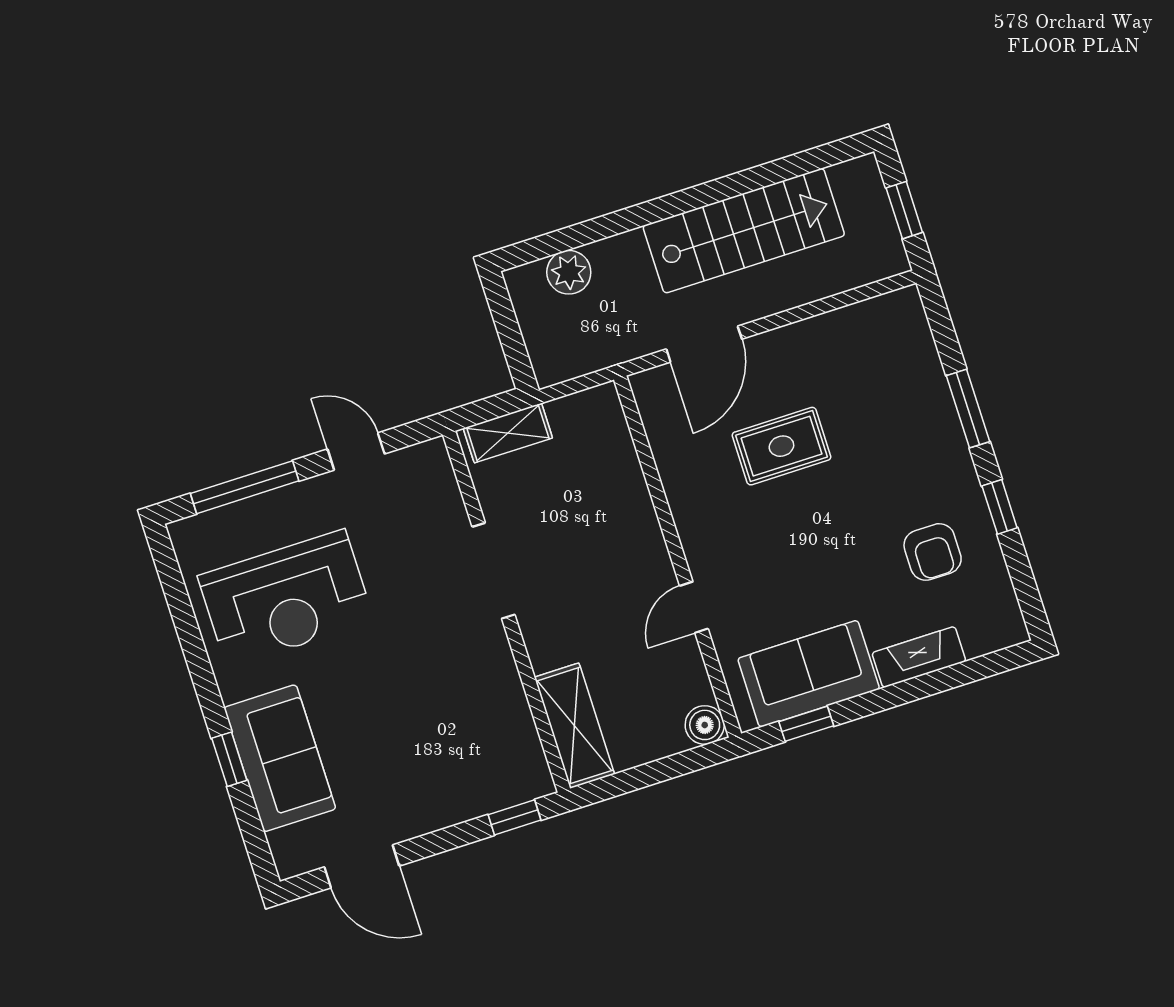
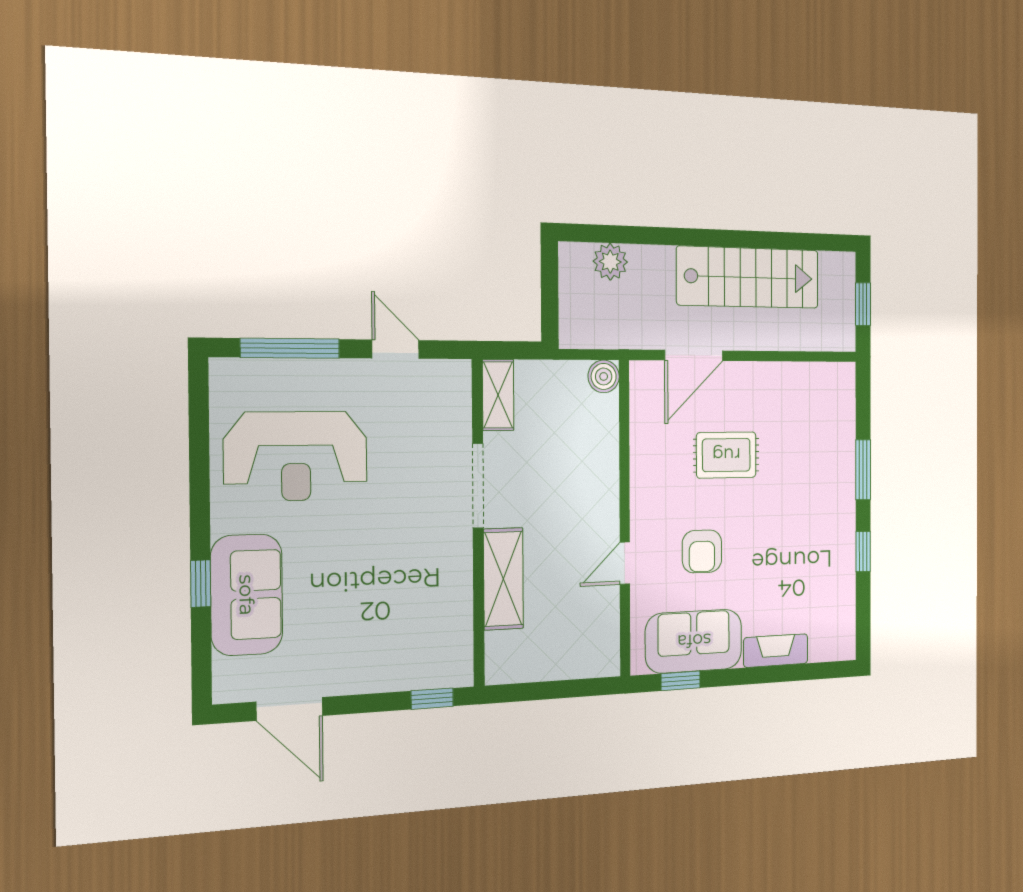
shelving: (508, 433) -> (498, 395), moved, turned 90
armchair: (933, 552) -> (702, 551), moved
boiler: (705, 725) -> (604, 376), moved
shelving: (574, 726) -> (503, 579), moved

